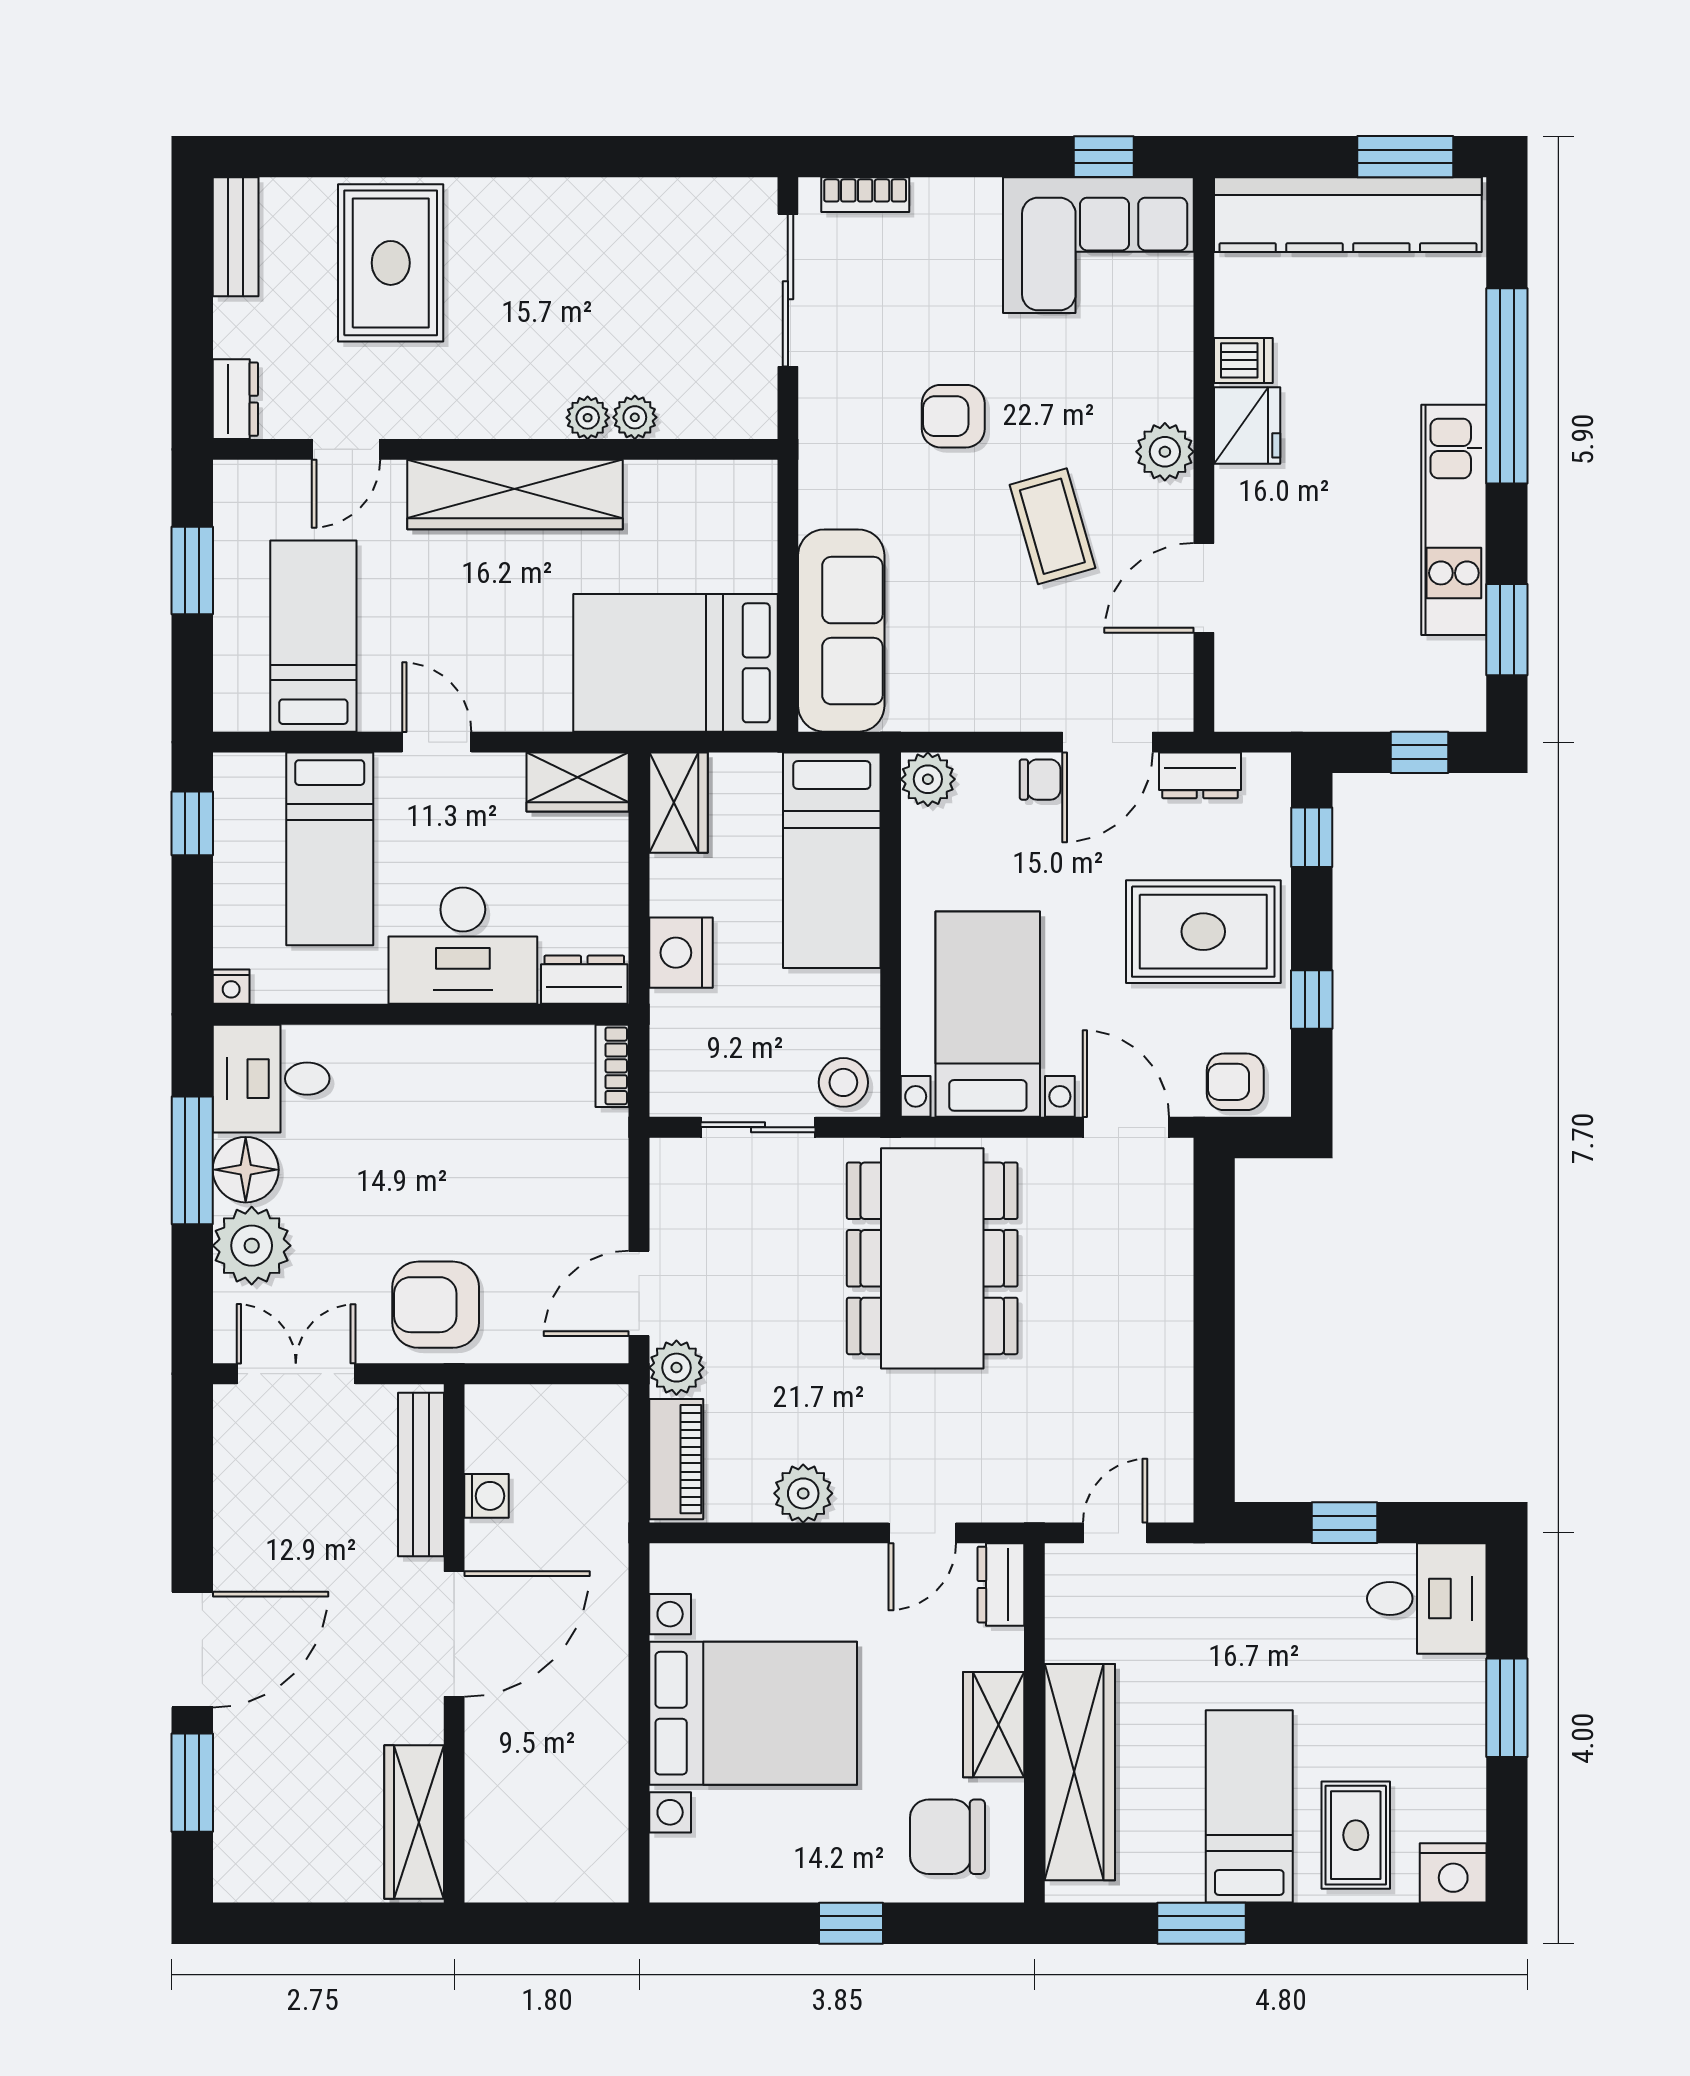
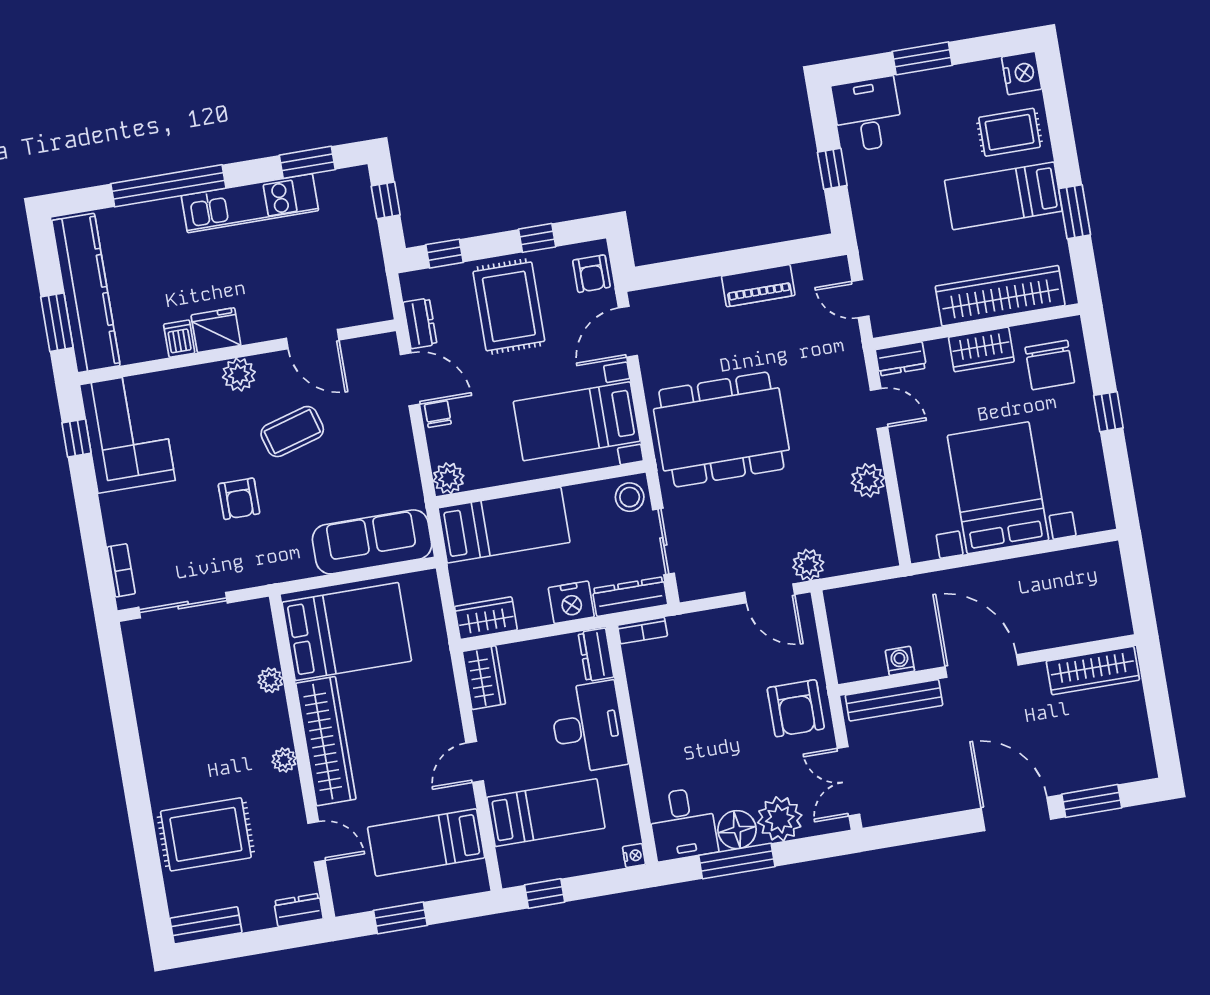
window: (1405, 157) -> (57, 322), moved
plant: (588, 418) -> (284, 760), moved
bed: (676, 663) -> (347, 632), moved, turned -90
dresser: (674, 1054) -> (630, 597), added
piano: (676, 1459) -> (758, 286), moved, turned 180

